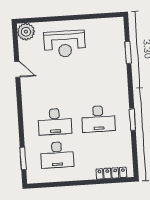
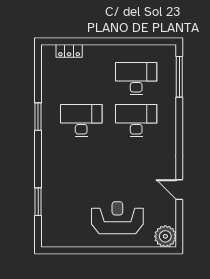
window: (23, 158) -> (179, 77), width x1.44
locker: (111, 173) -> (69, 51), width x0.66

